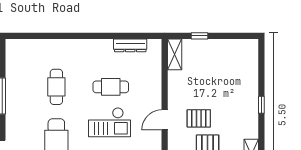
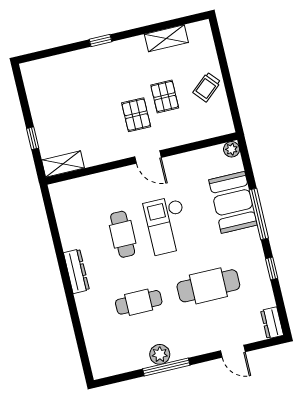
dresser: (130, 45) -> (76, 271), moved
plant: (13, 93) -> (160, 354), added
checkout: (110, 122) -> (167, 225), turned 180

